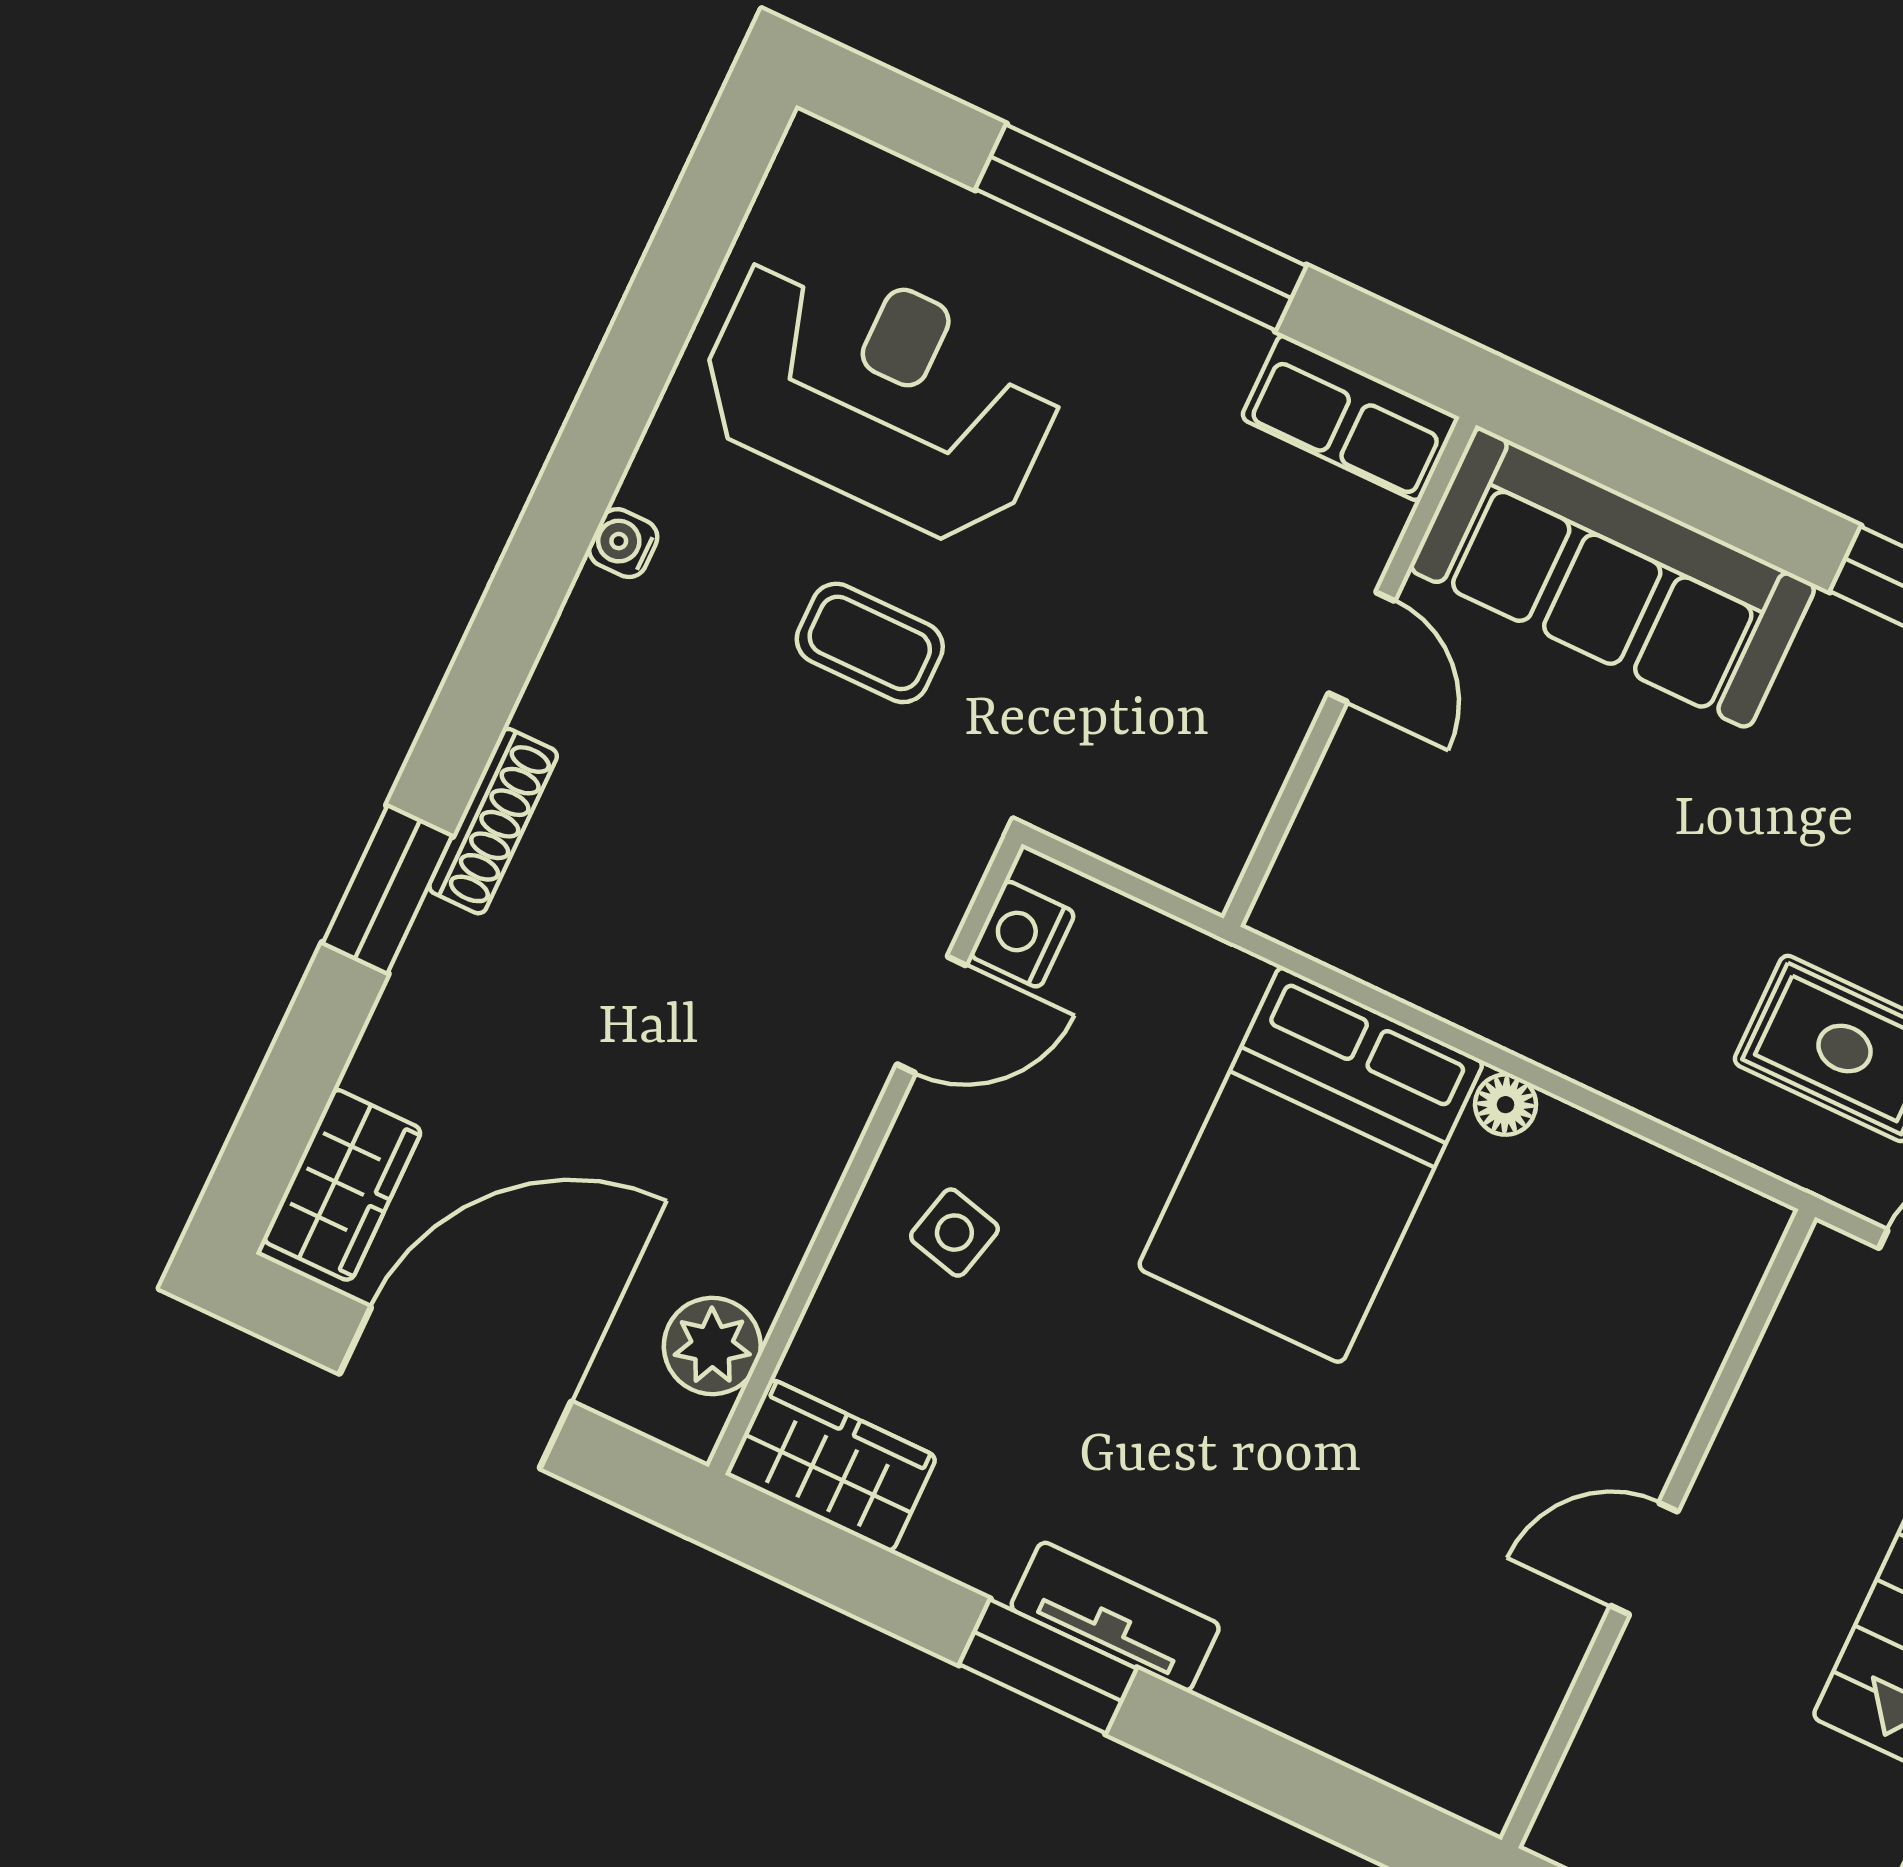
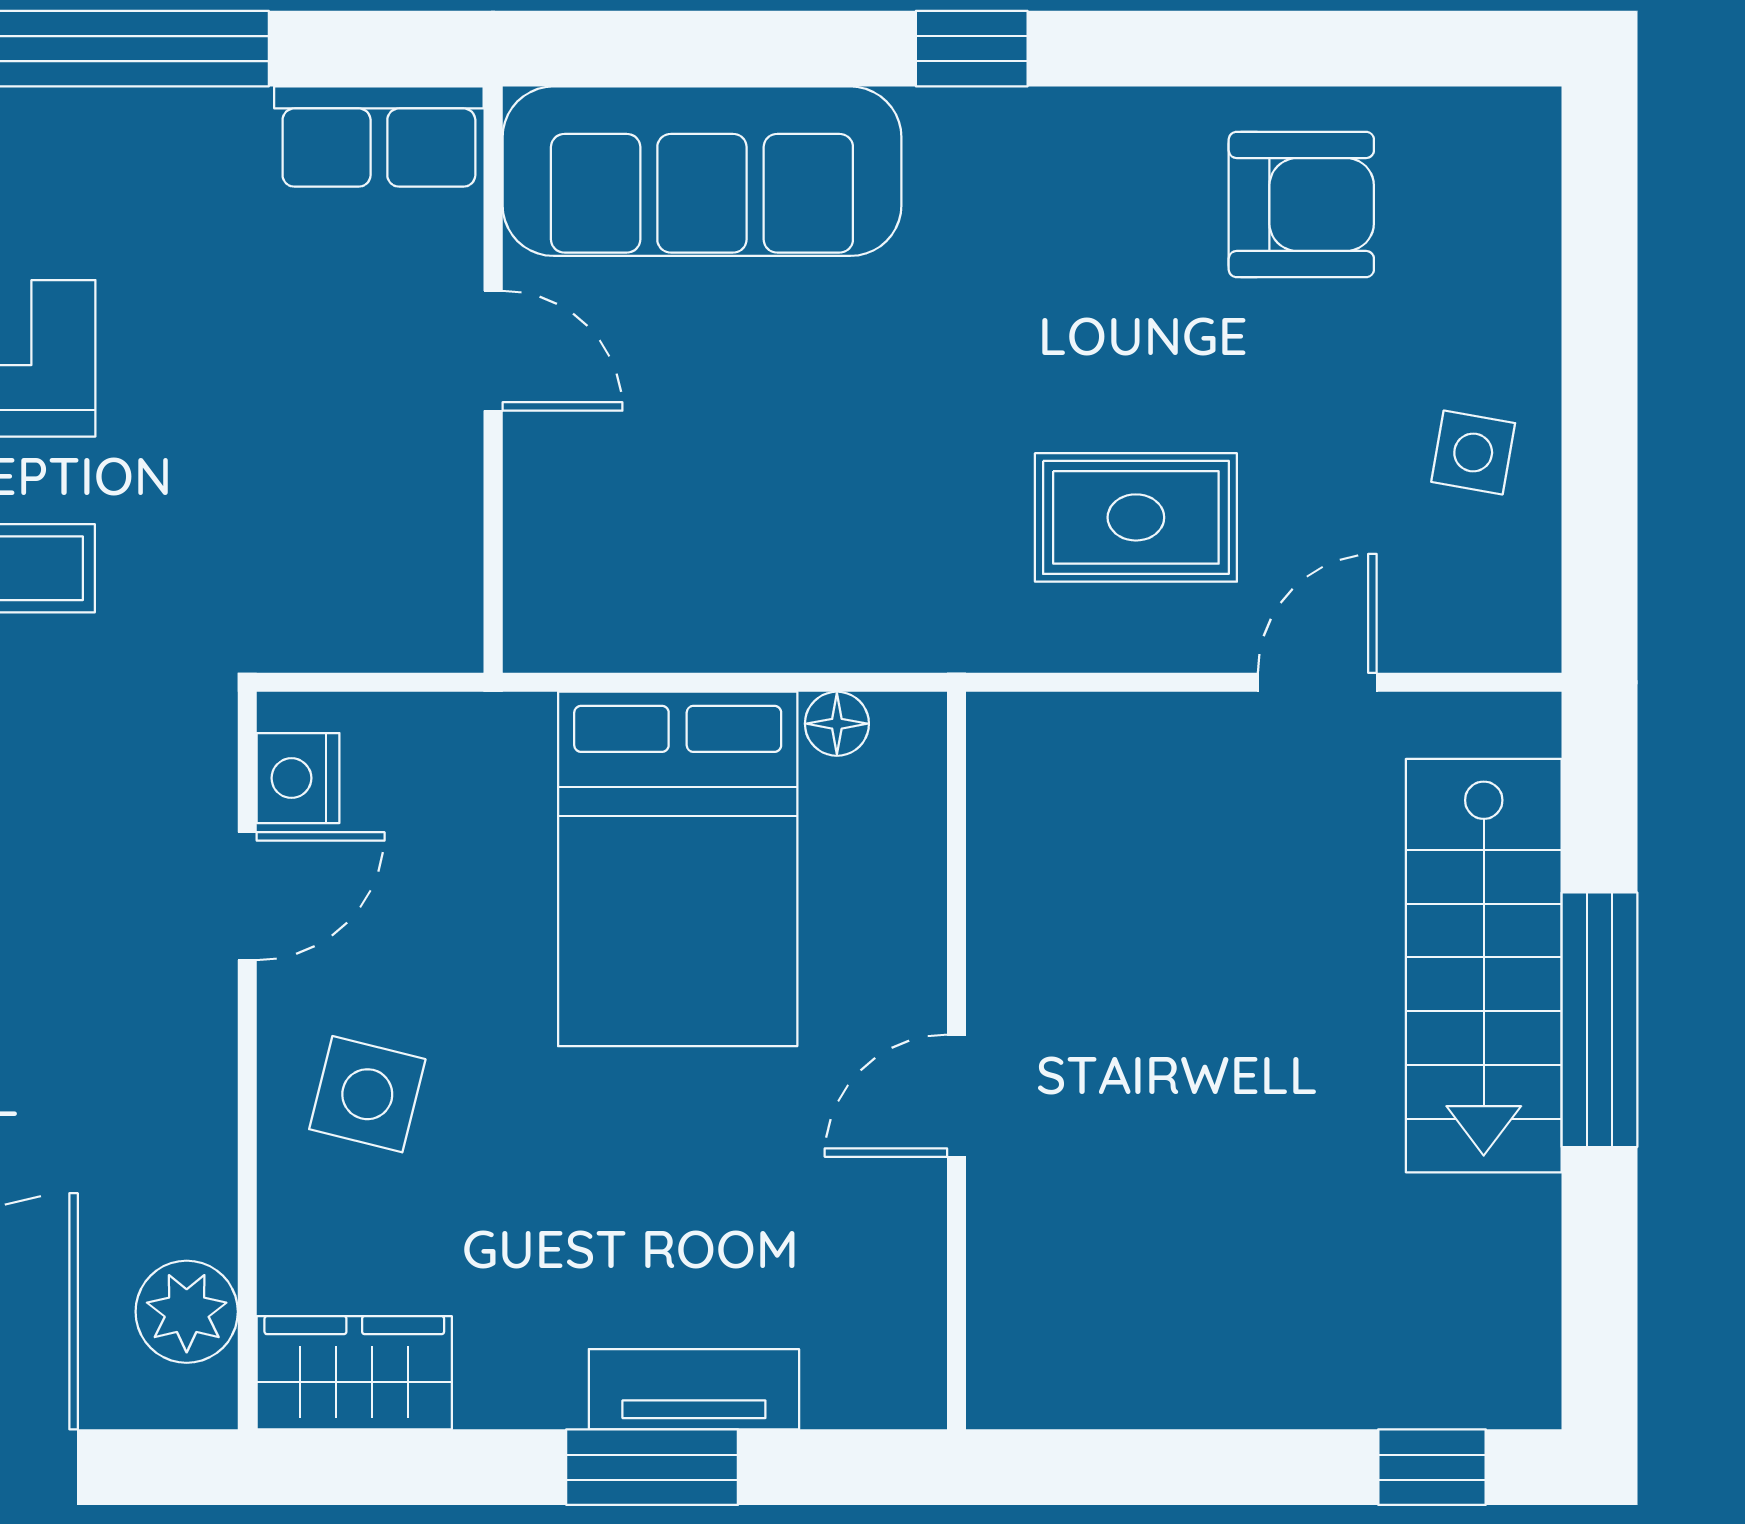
side table: (954, 1233) -> (367, 1094), width x1.37, depth x1.37
wall: (1658, 1529) -> (956, 1061), moved
door: (1644, 1559) -> (956, 1096), moved

